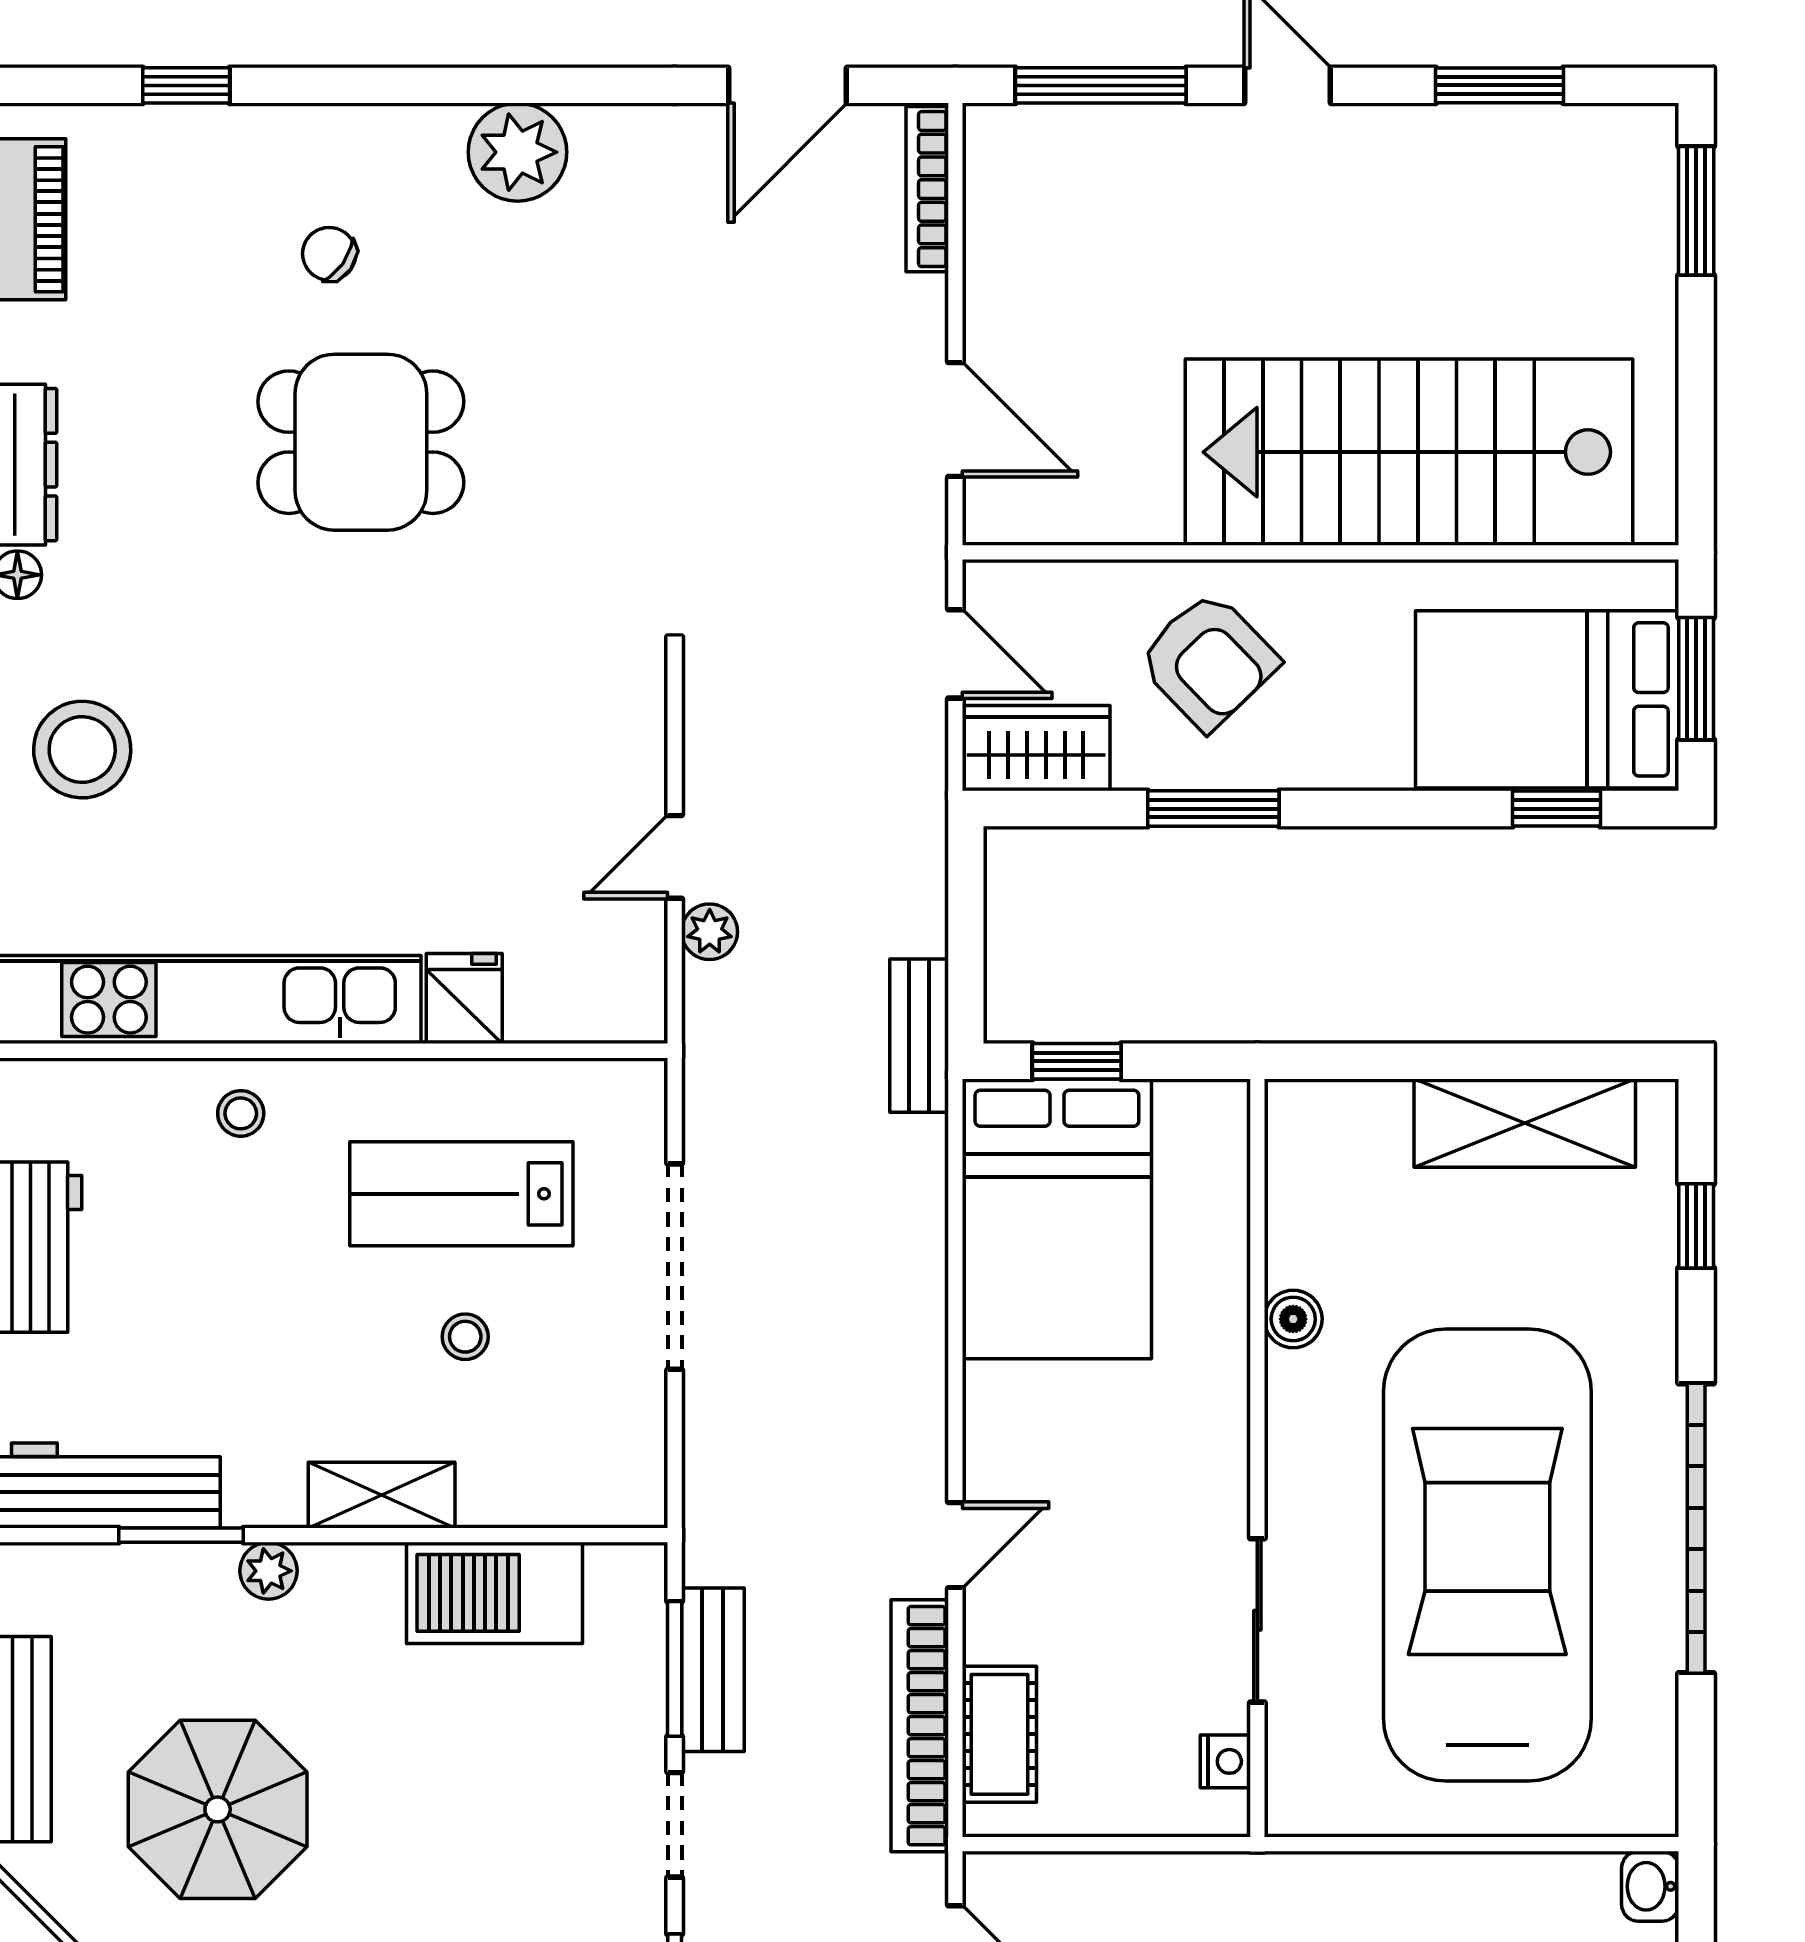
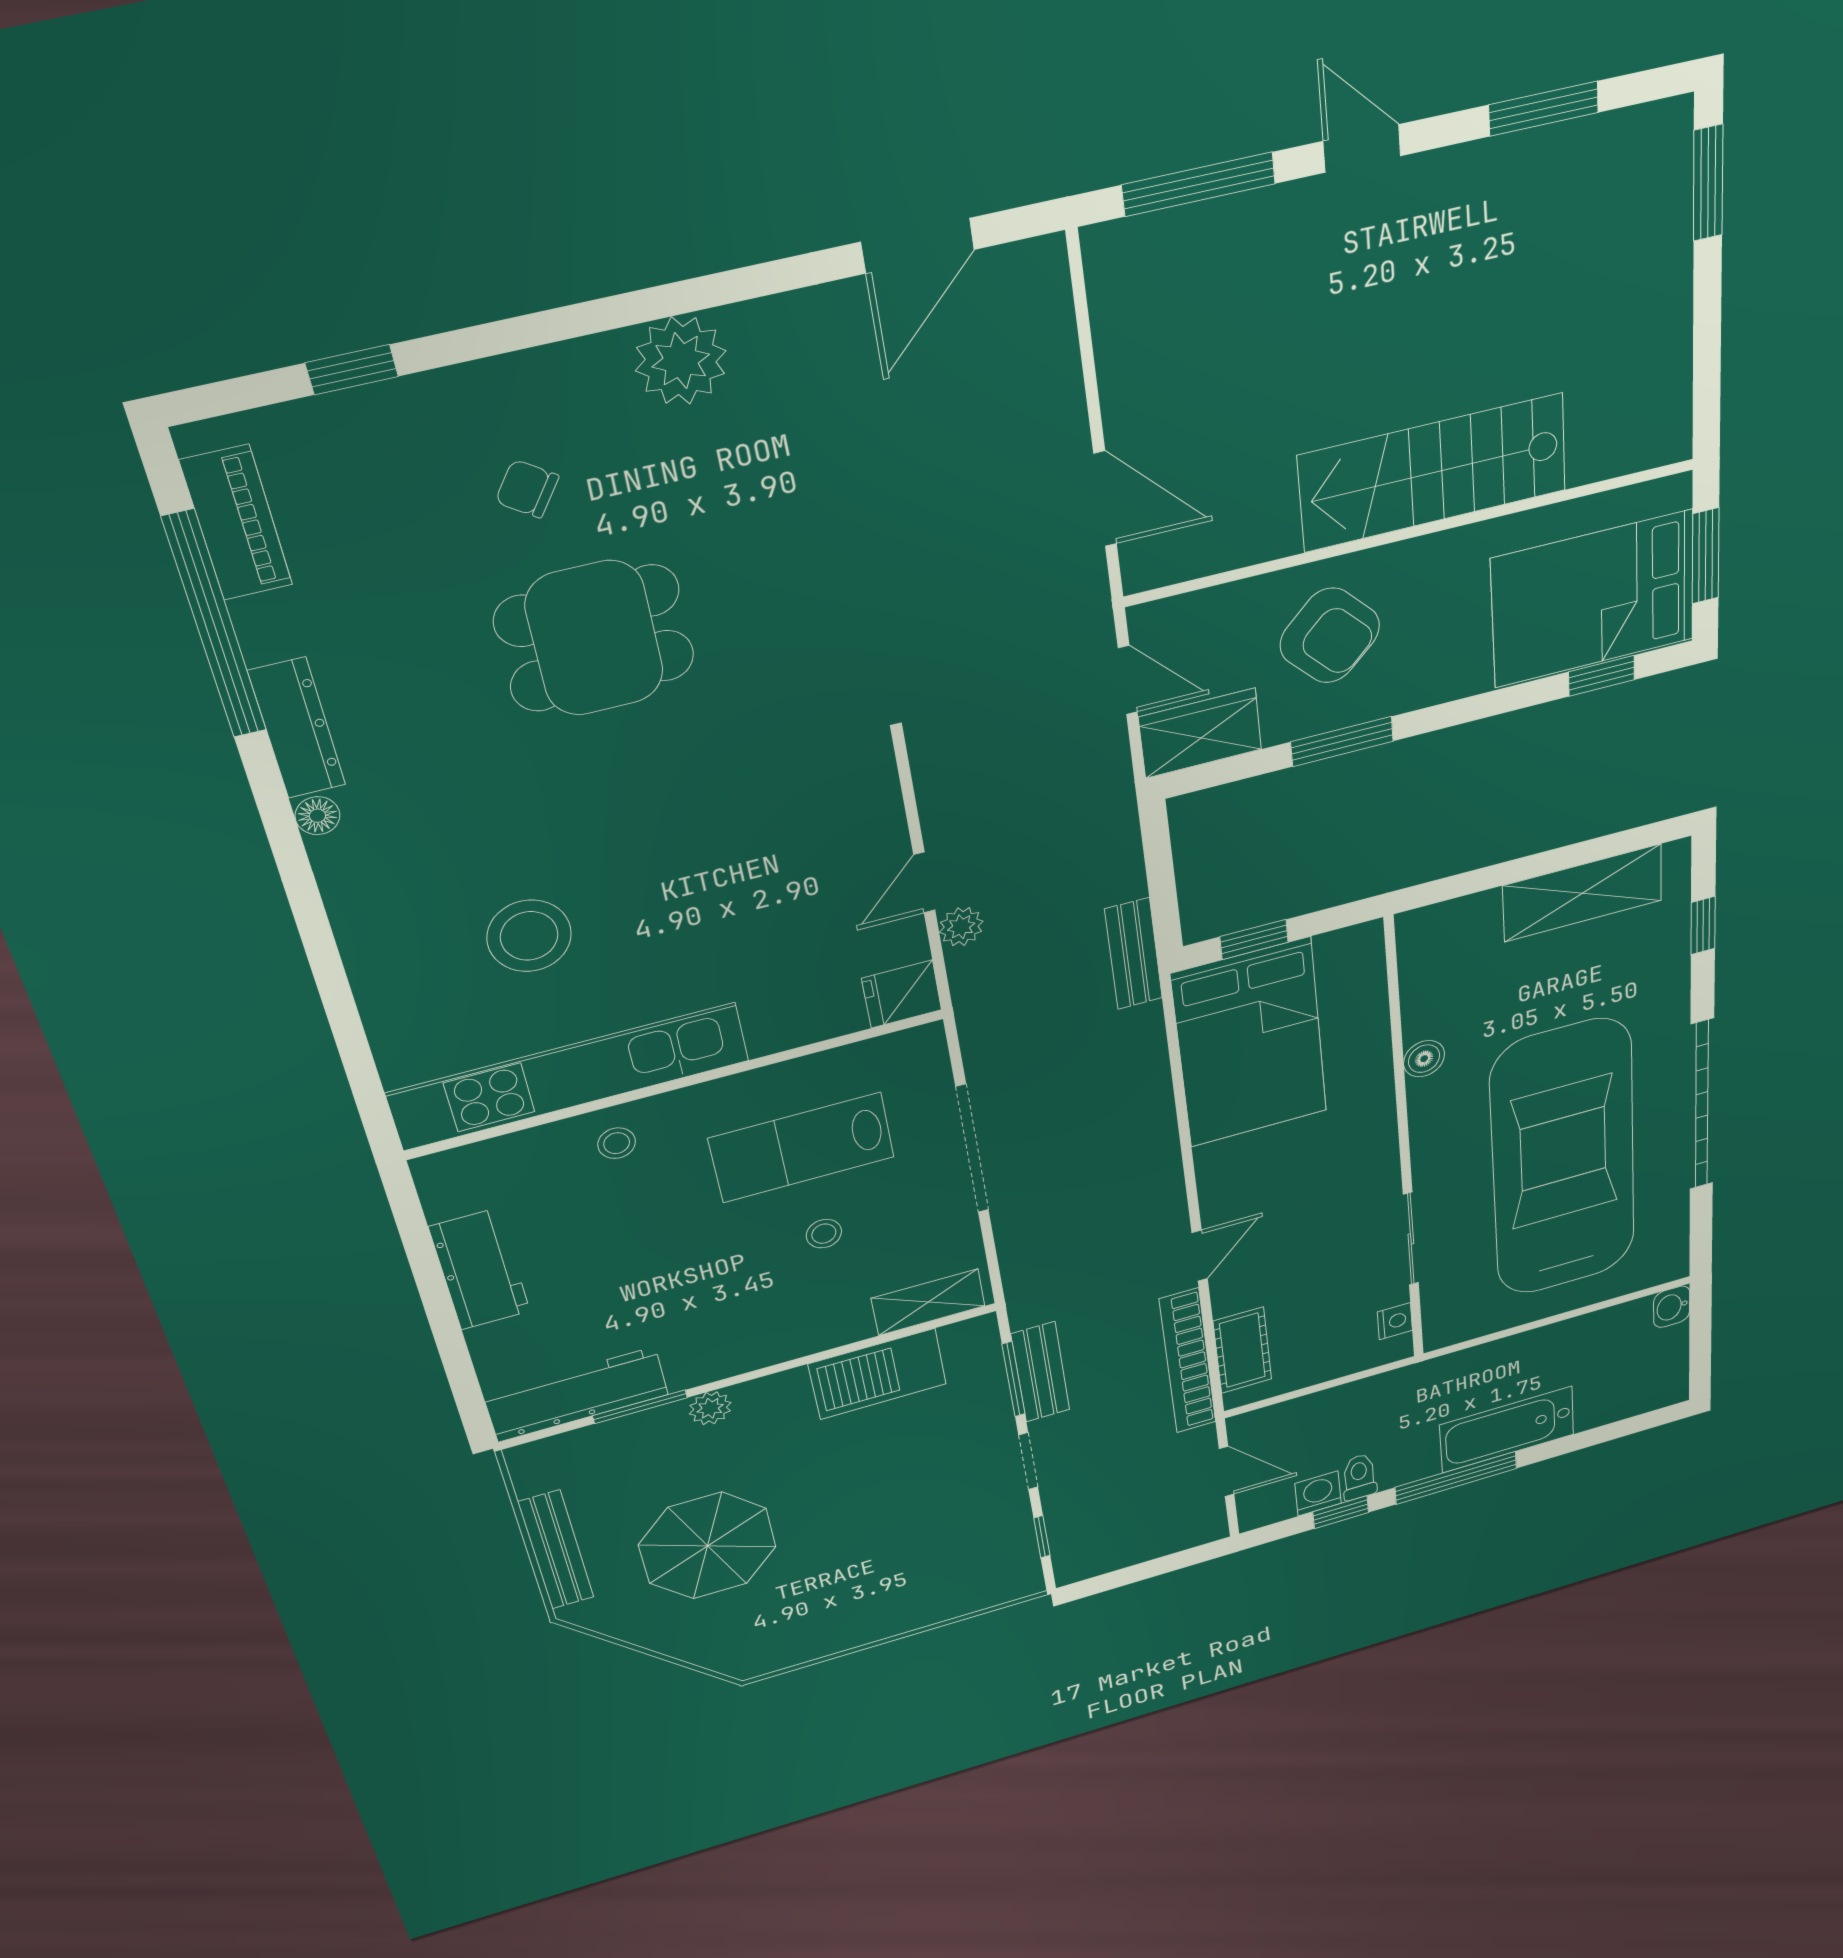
bookcase: (927, 189) -> (1056, 311), removed
stairs: (1409, 452) -> (1433, 473), width x0.73, depth x0.66
stool: (82, 750) -> (529, 936), moved
fridge: (464, 999) -> (902, 994), moved, turned -90
shelving: (382, 1495) -> (928, 1302), moved

